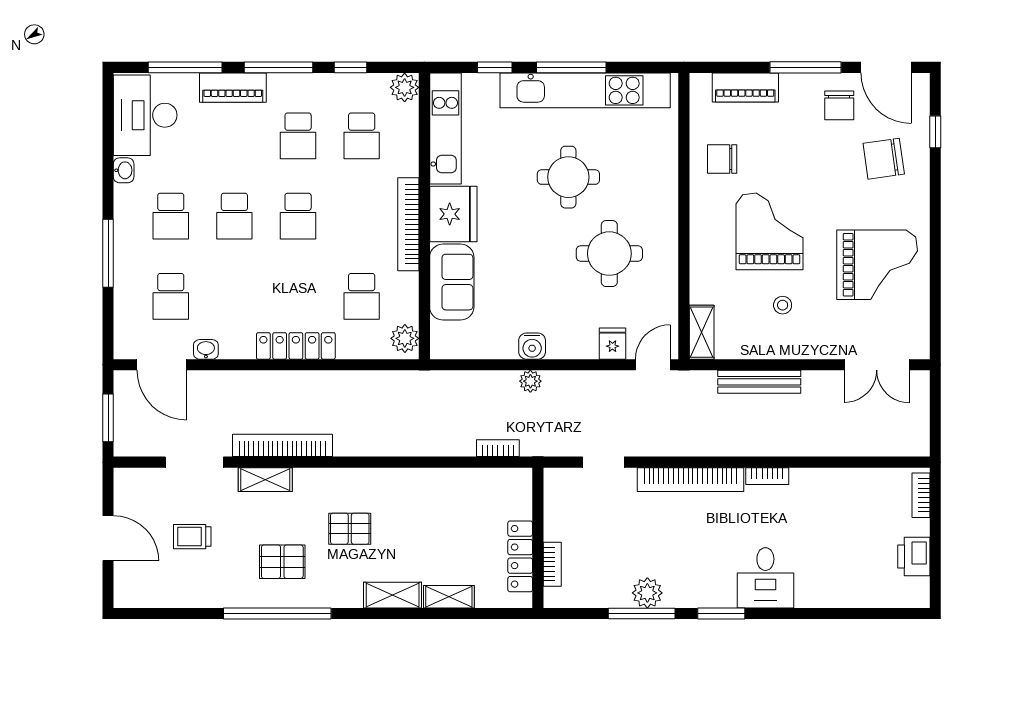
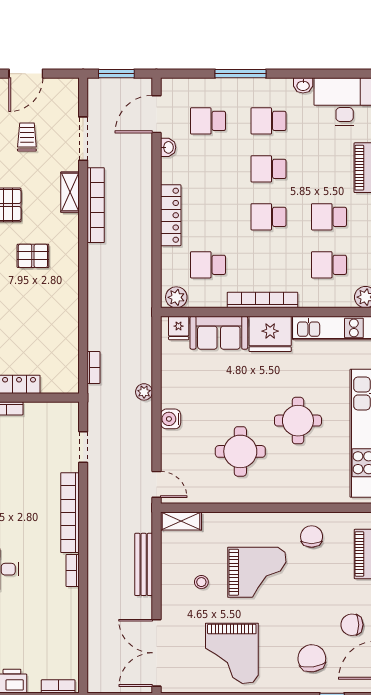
fridge: (612, 344) -> (179, 328), moved, turned 90
water cooler: (532, 346) -> (171, 419), moved
double door: (877, 365) -> (156, 653), width x1.37
pallet: (350, 529) -> (33, 256), turned 90

